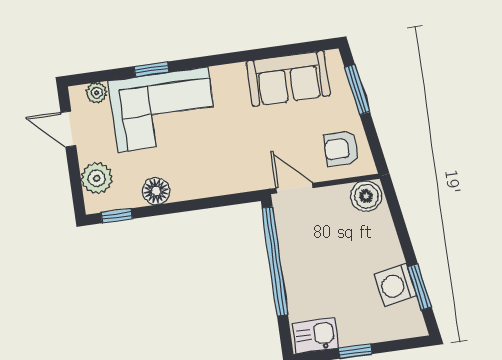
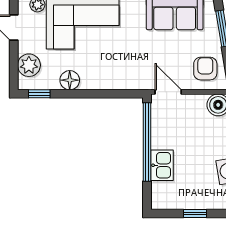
armchair: (341, 149) -> (205, 69), turned 90
kitchen sink: (315, 336) -> (162, 165), moved, turned 90

